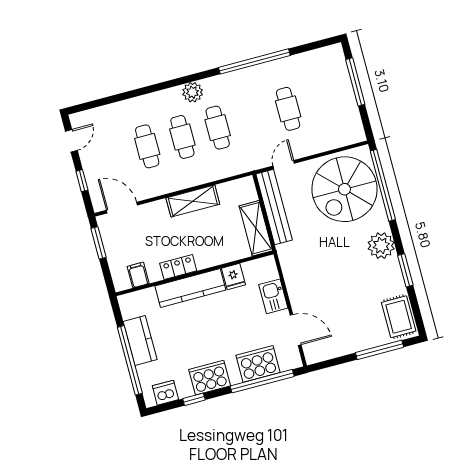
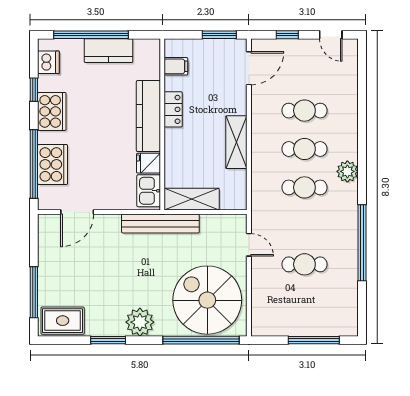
bench: (274, 207) -> (160, 223), moved
kitchen sink: (273, 296) -> (149, 191), moved, turned -90

